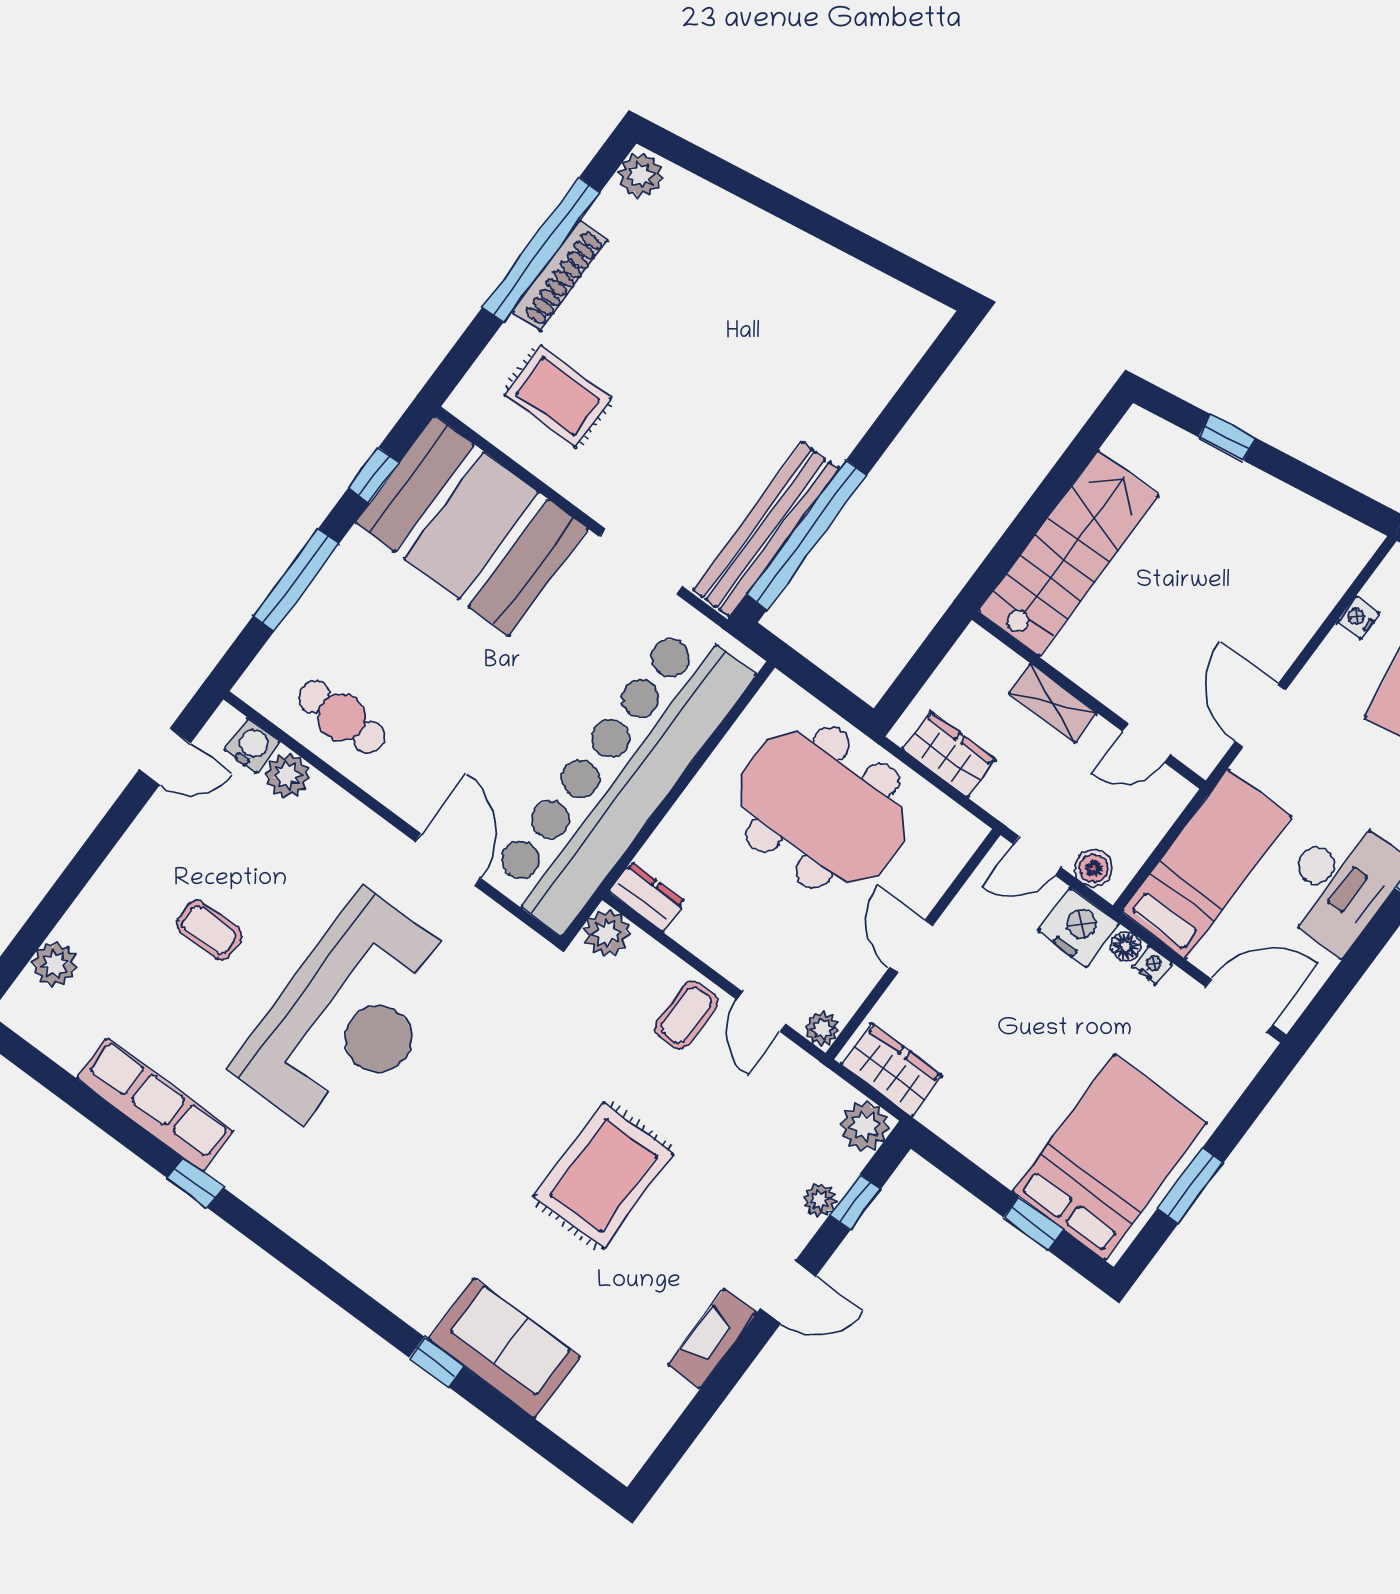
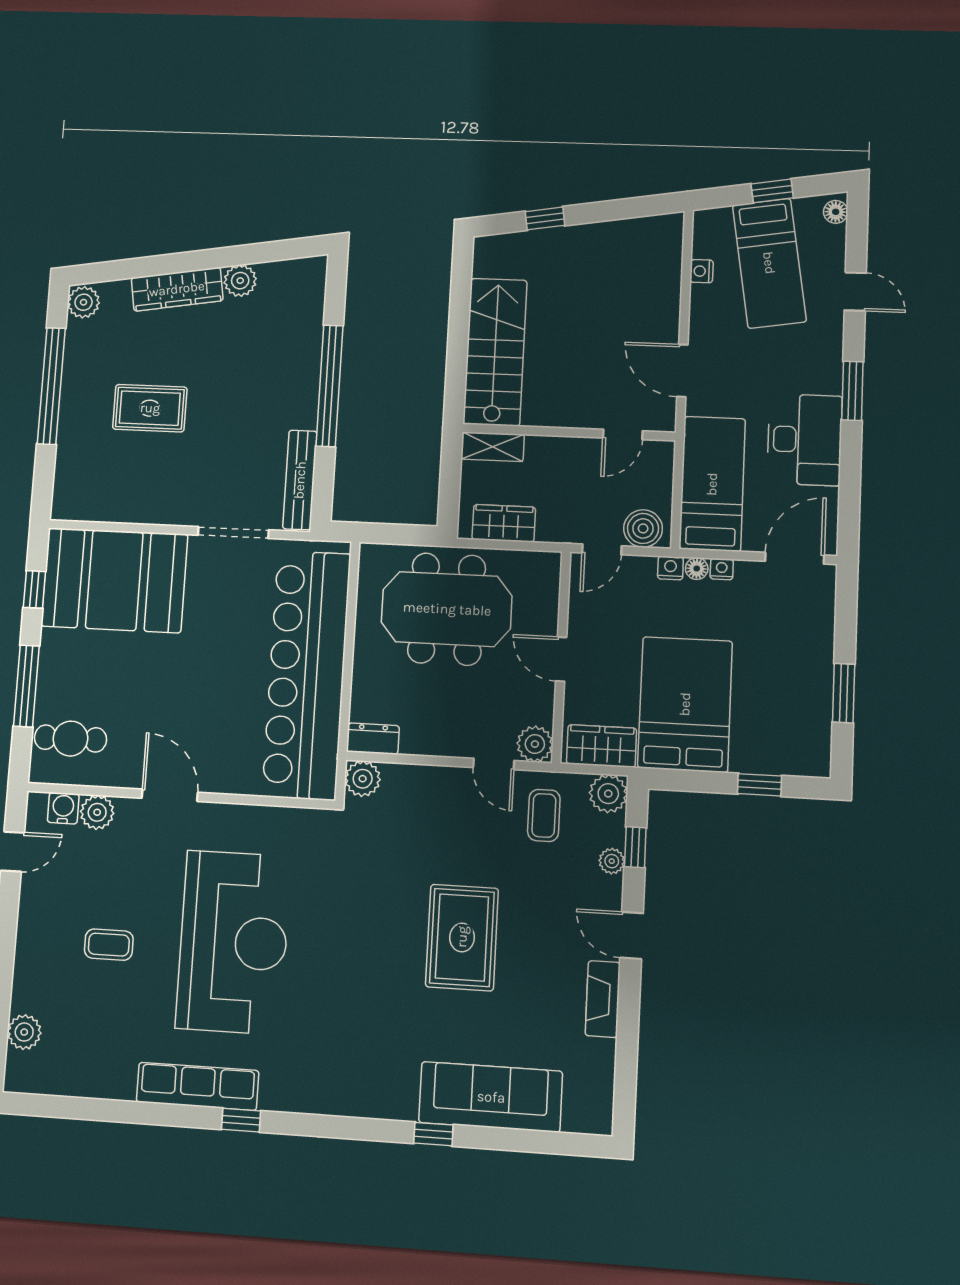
wardrobe: (758, 234) -> (177, 289), added
plant: (836, 273) -> (240, 281), added
shoe rack: (560, 276) -> (73, 394), removed
rug: (558, 396) -> (150, 408), moved
bench: (766, 529) -> (300, 480), width x0.73, depth x0.82
window: (807, 535) -> (329, 386), moved
shelving: (1053, 703) -> (493, 447), moved
cafe table: (342, 717) -> (70, 739), moved
door: (448, 860) -> (170, 795), moved
boiler: (1094, 868) -> (643, 528), width x1.36, depth x1.36
nightstand: (1079, 927) -> (670, 568), width x0.53, depth x0.56
coffee table: (686, 1015) -> (544, 815), moved
plant: (822, 1029) -> (535, 744), width x1.38, depth x1.38
row of seats: (155, 1105) -> (198, 1086), moved
bed: (1110, 1157) -> (685, 704), moved
window: (195, 1183) -> (241, 1120), moved
door: (788, 1292) -> (632, 935), swing flipped
sofa: (504, 1348) -> (491, 1097), width x1.36

